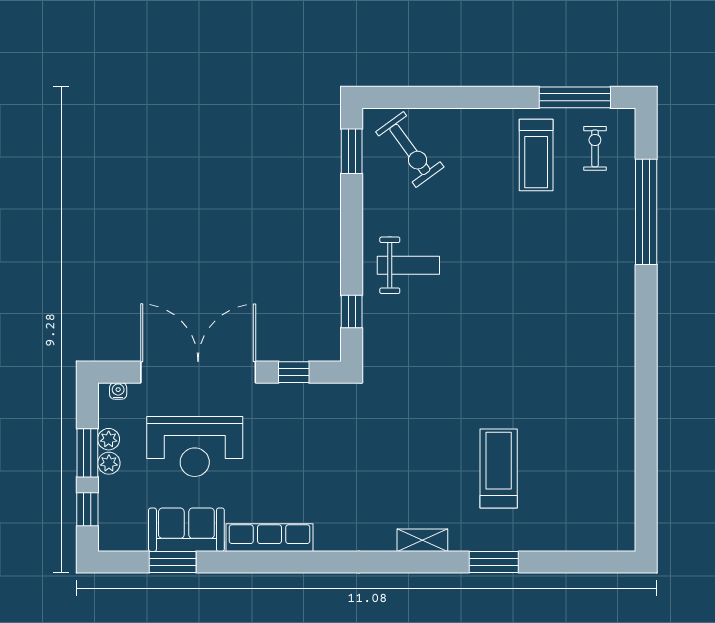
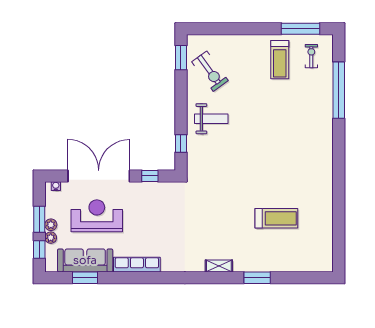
exercise bike: (410, 149) -> (210, 71), moved
plant: (109, 439) -> (51, 238), moved
reception desk: (195, 447) -> (97, 216), turned 180
treadmill: (499, 469) -> (276, 218), moved, turned 90
sofa: (186, 530) -> (85, 260), width x1.36

